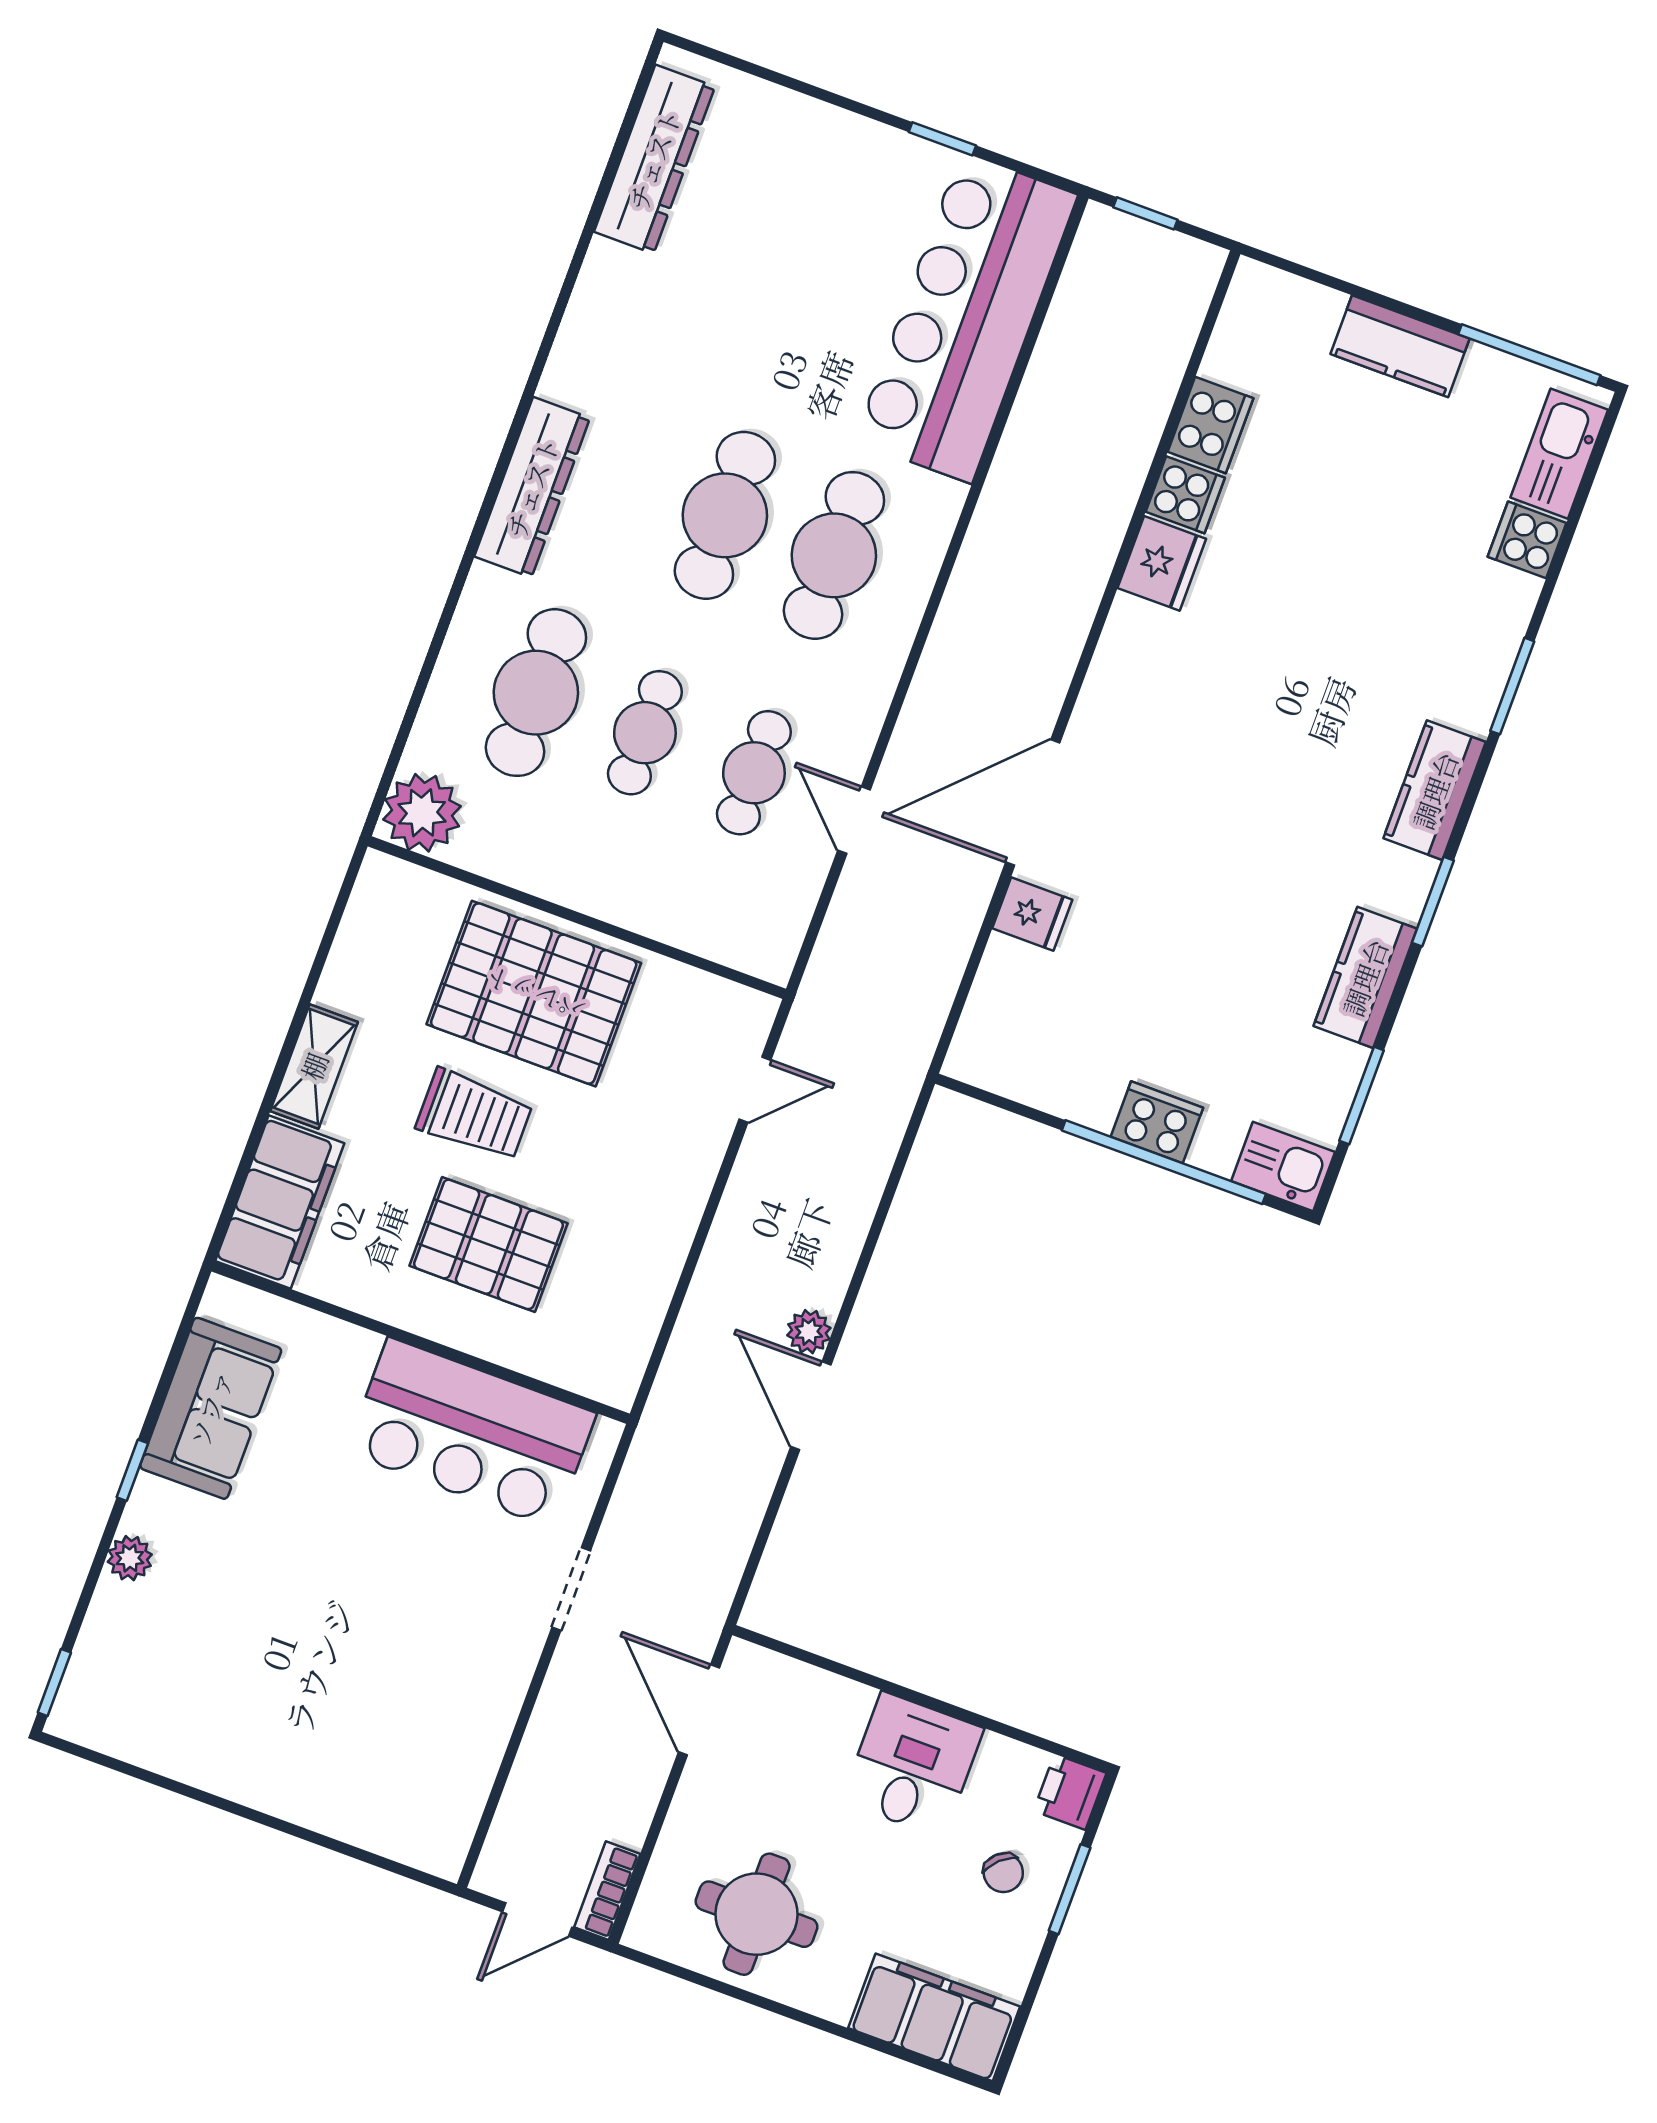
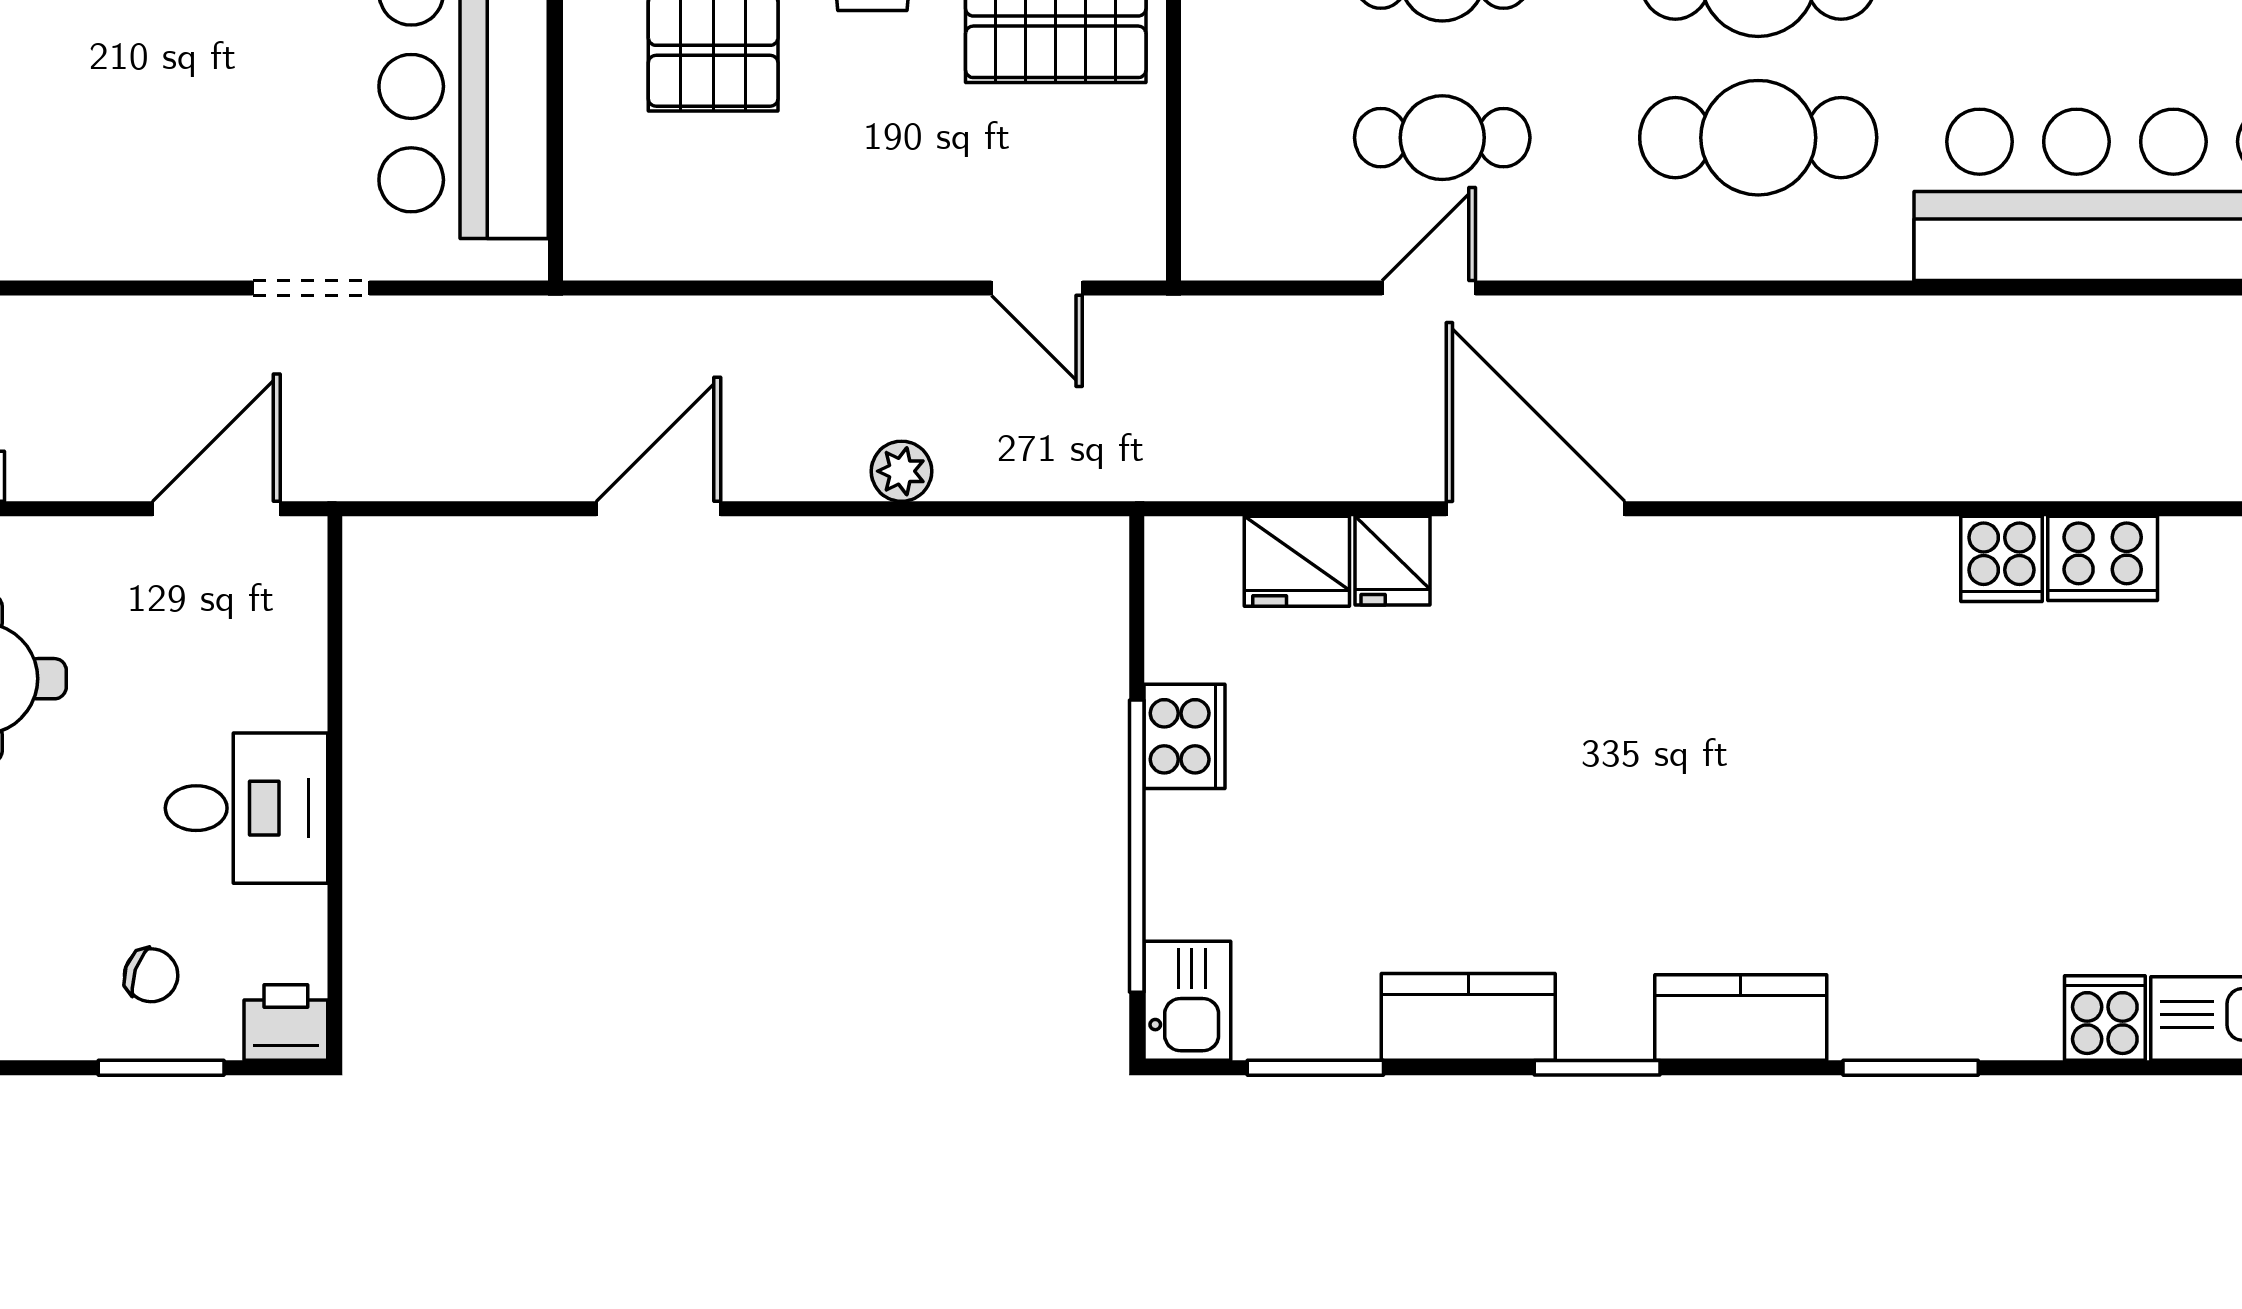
fridge: (1162, 563) -> (1297, 561), moved
cooker: (1157, 1122) -> (1184, 736), moved
plant: (809, 1332) -> (901, 471), moved
chair: (1003, 1873) -> (151, 975), turned -118

